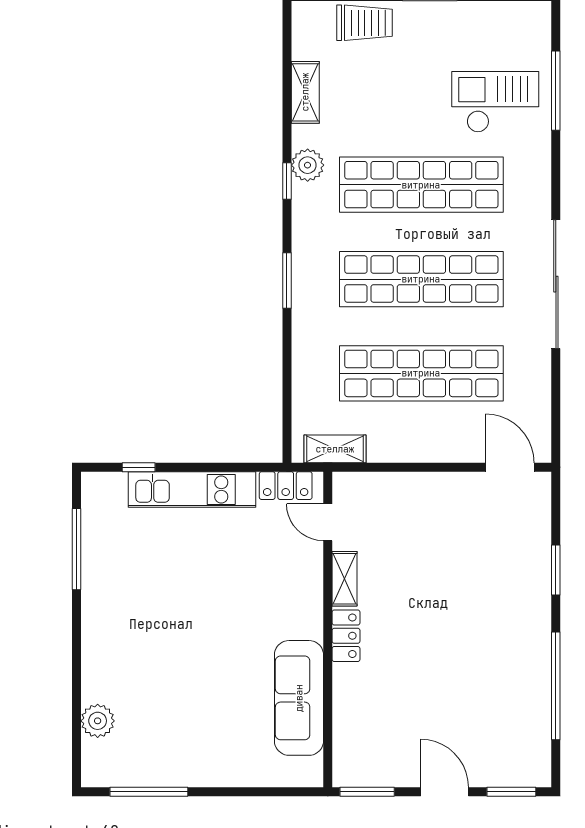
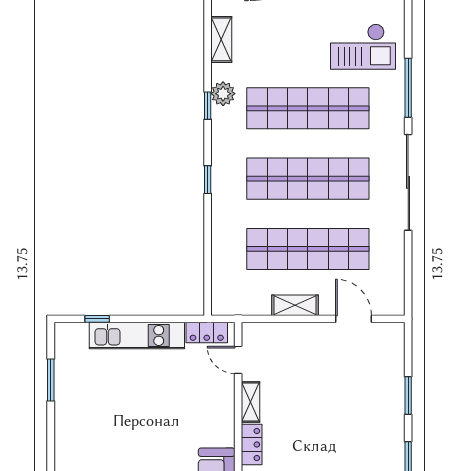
window: (556, 91) -> (408, 88), moved
checkout: (495, 102) -> (363, 47), turned 180
window: (287, 281) -> (208, 180), width x0.67
shelving: (335, 449) -> (295, 305), moved
door: (510, 467) -> (354, 319), moved
window: (76, 549) -> (51, 380), width x0.69

